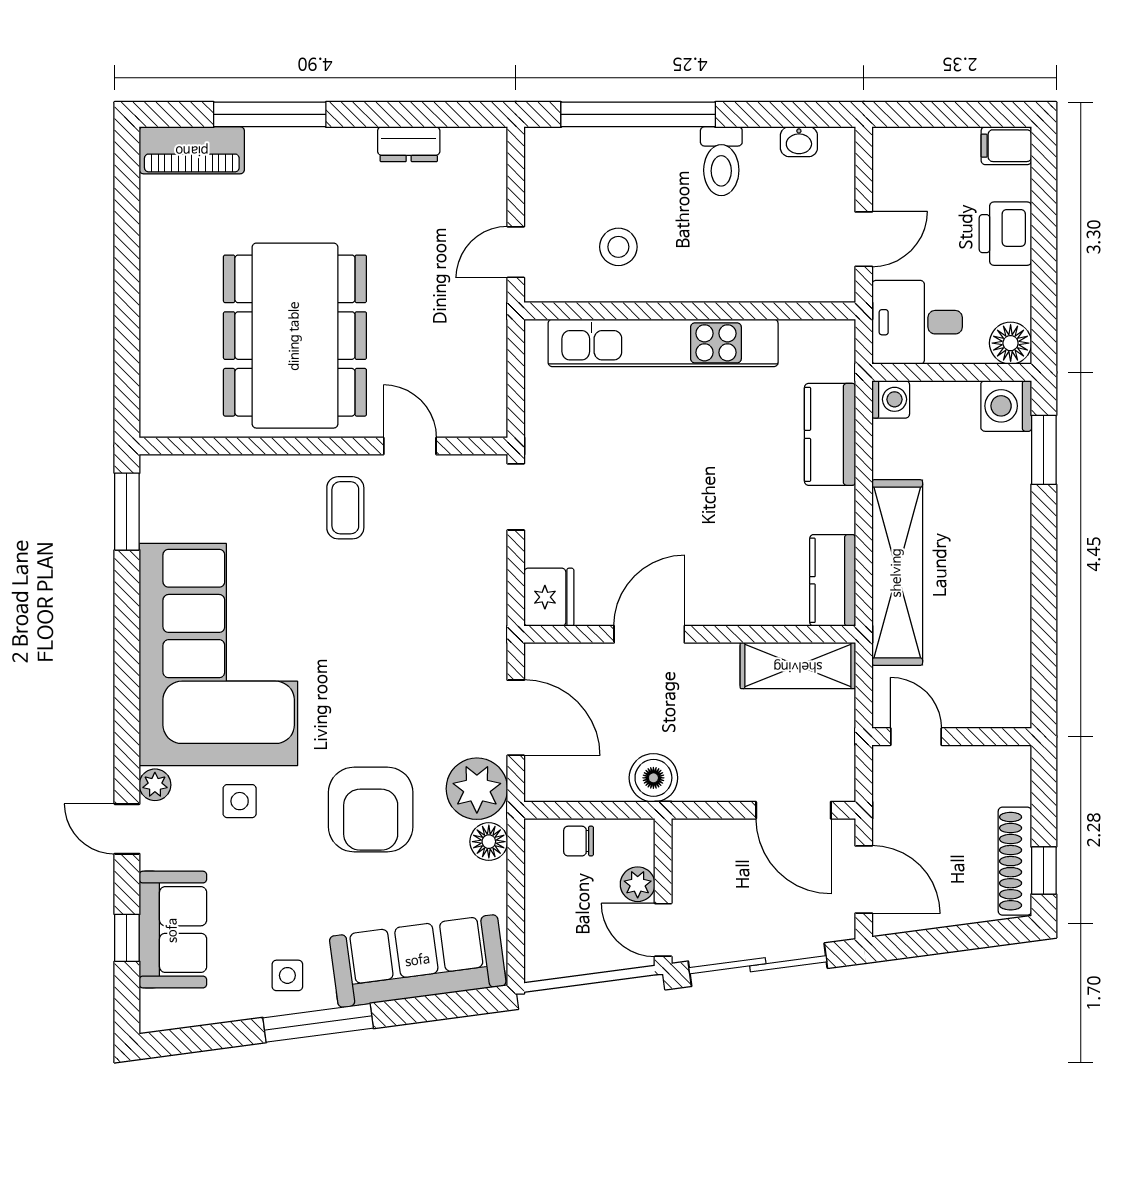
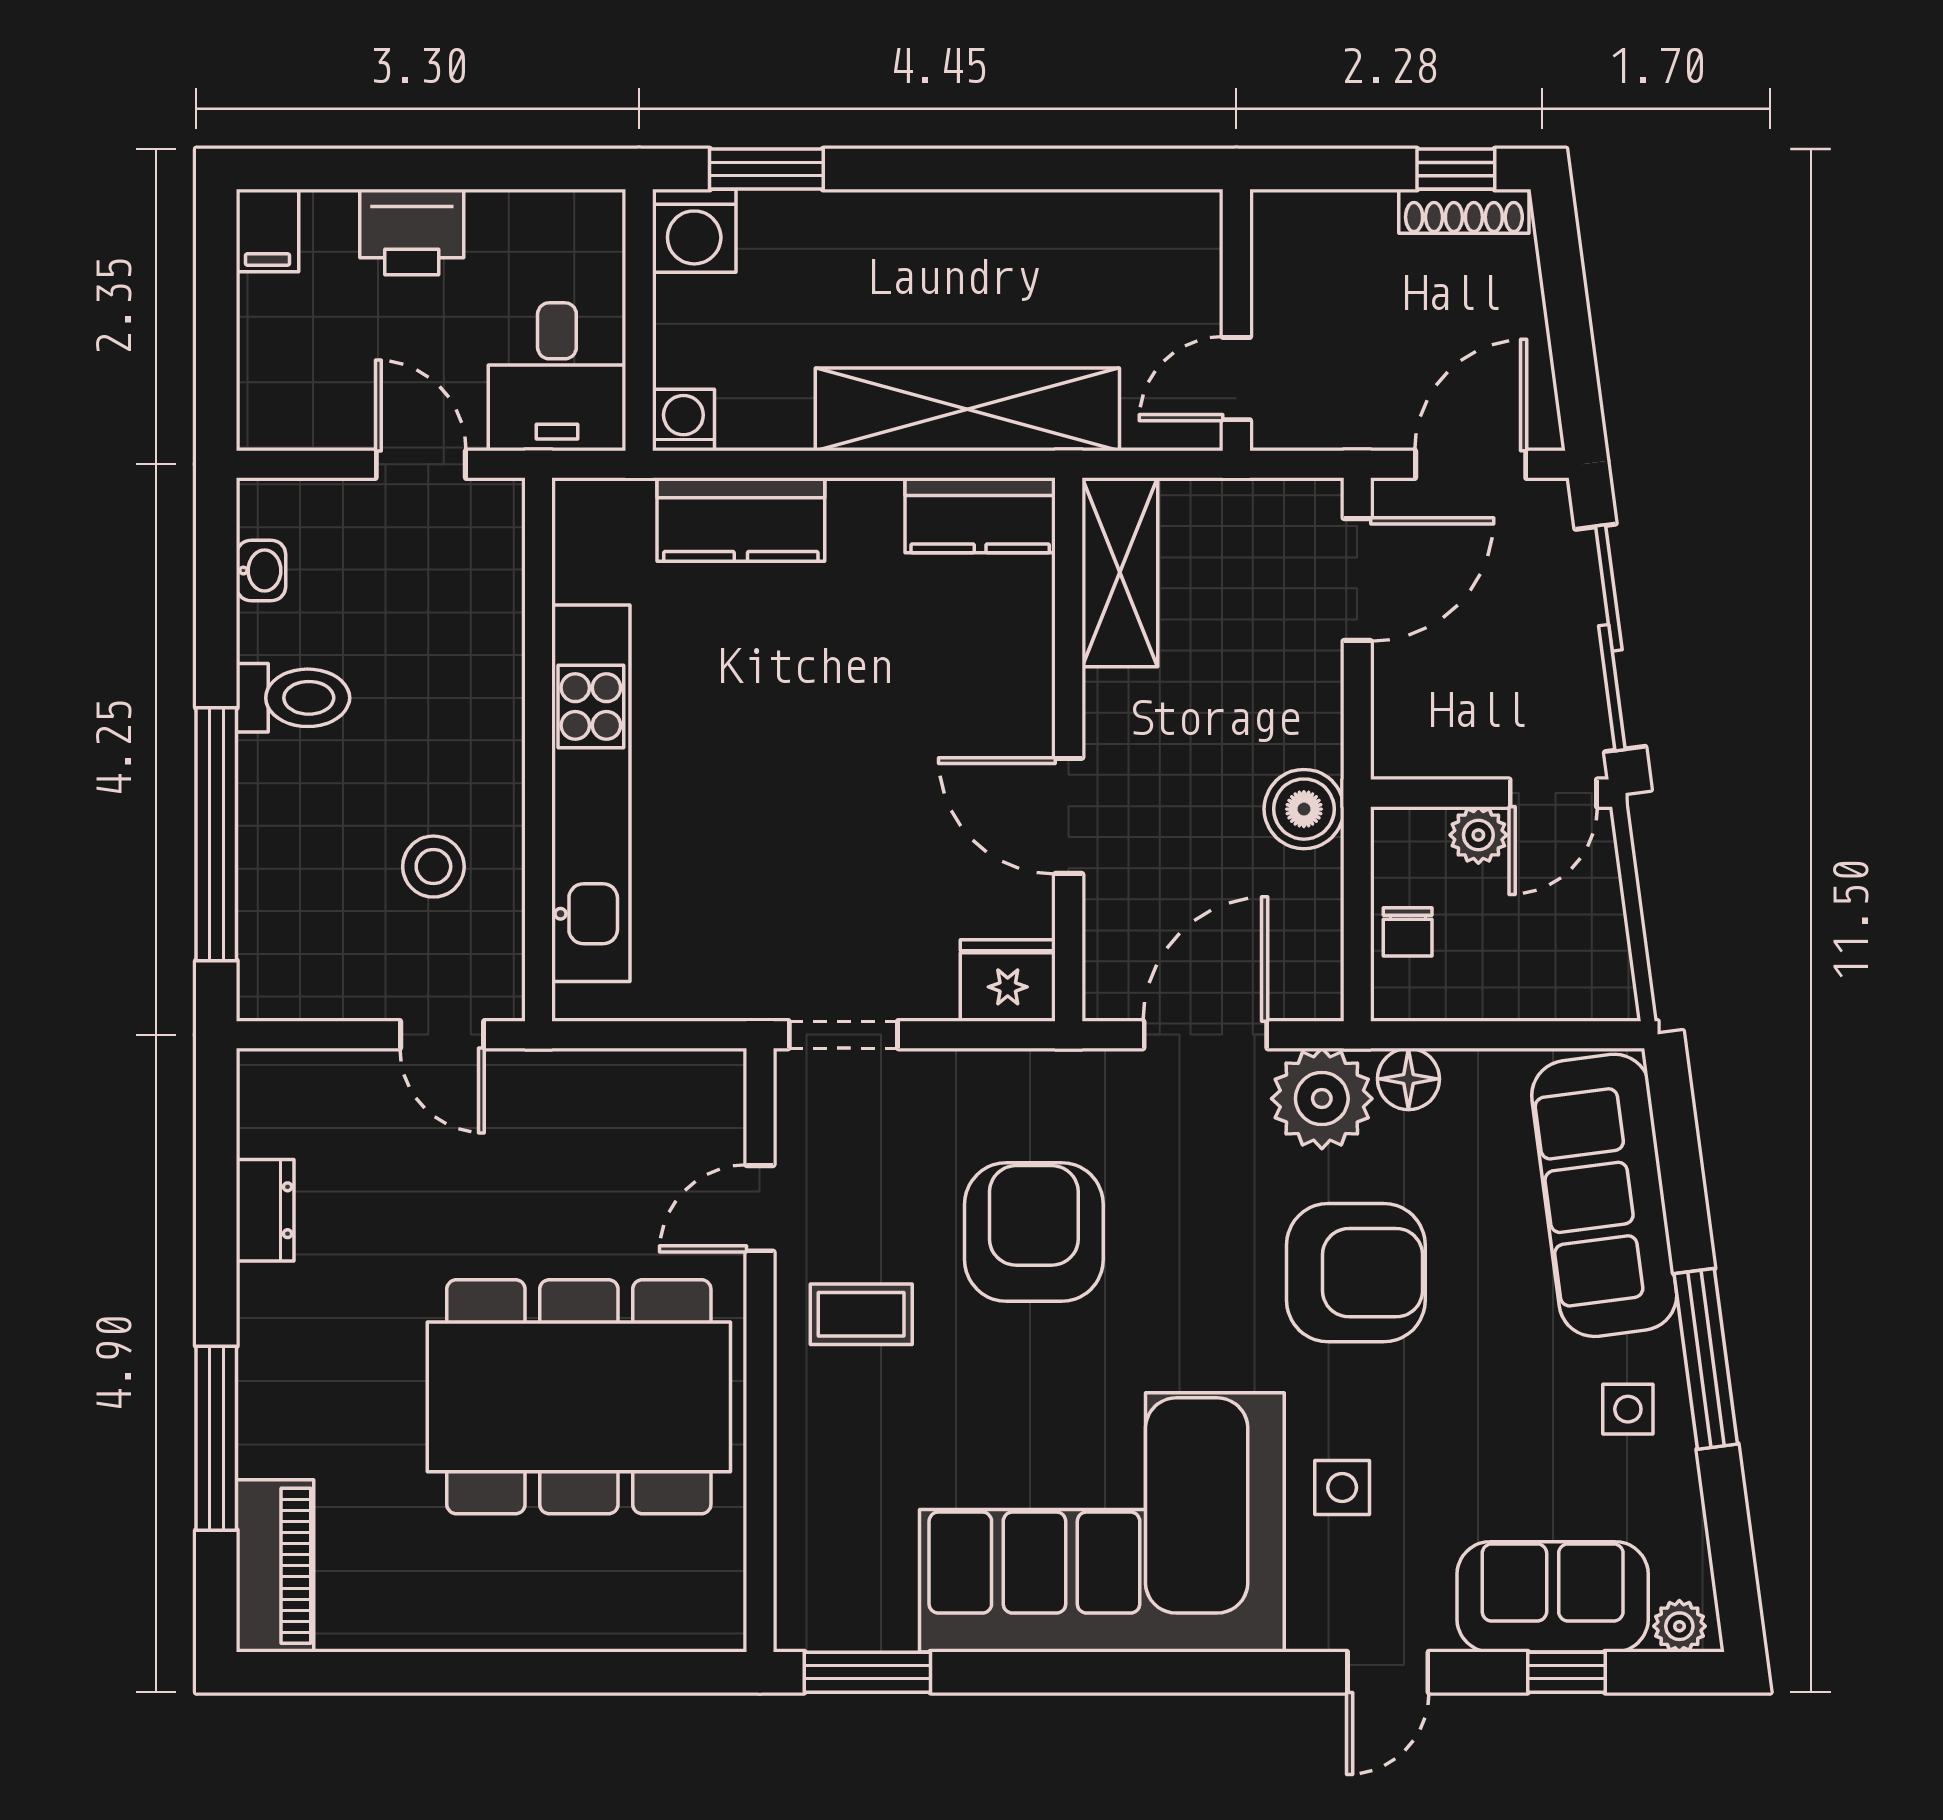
floor lamp: (1011, 343) -> (591, 224), removed
armchair: (395, 613) -> (1034, 1232), added
plant: (155, 785) -> (1679, 1626), moved
shoe rack: (1015, 861) -> (1464, 211), width x0.74, depth x0.81

